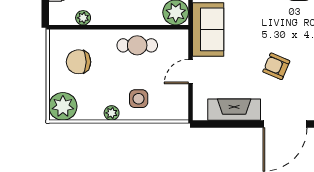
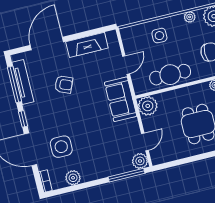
cafe table: (137, 45) -> (170, 75), width x1.37, depth x1.35
plant: (112, 113) -> (190, 17), moved

